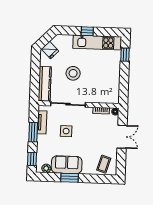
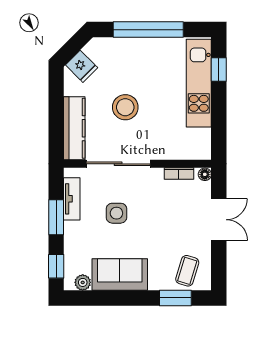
window: (87, 31) -> (148, 30), width x3.17
kitchen unit: (97, 43) -> (199, 83), moved, turned 90
window: (69, 178) -> (175, 298), moved

